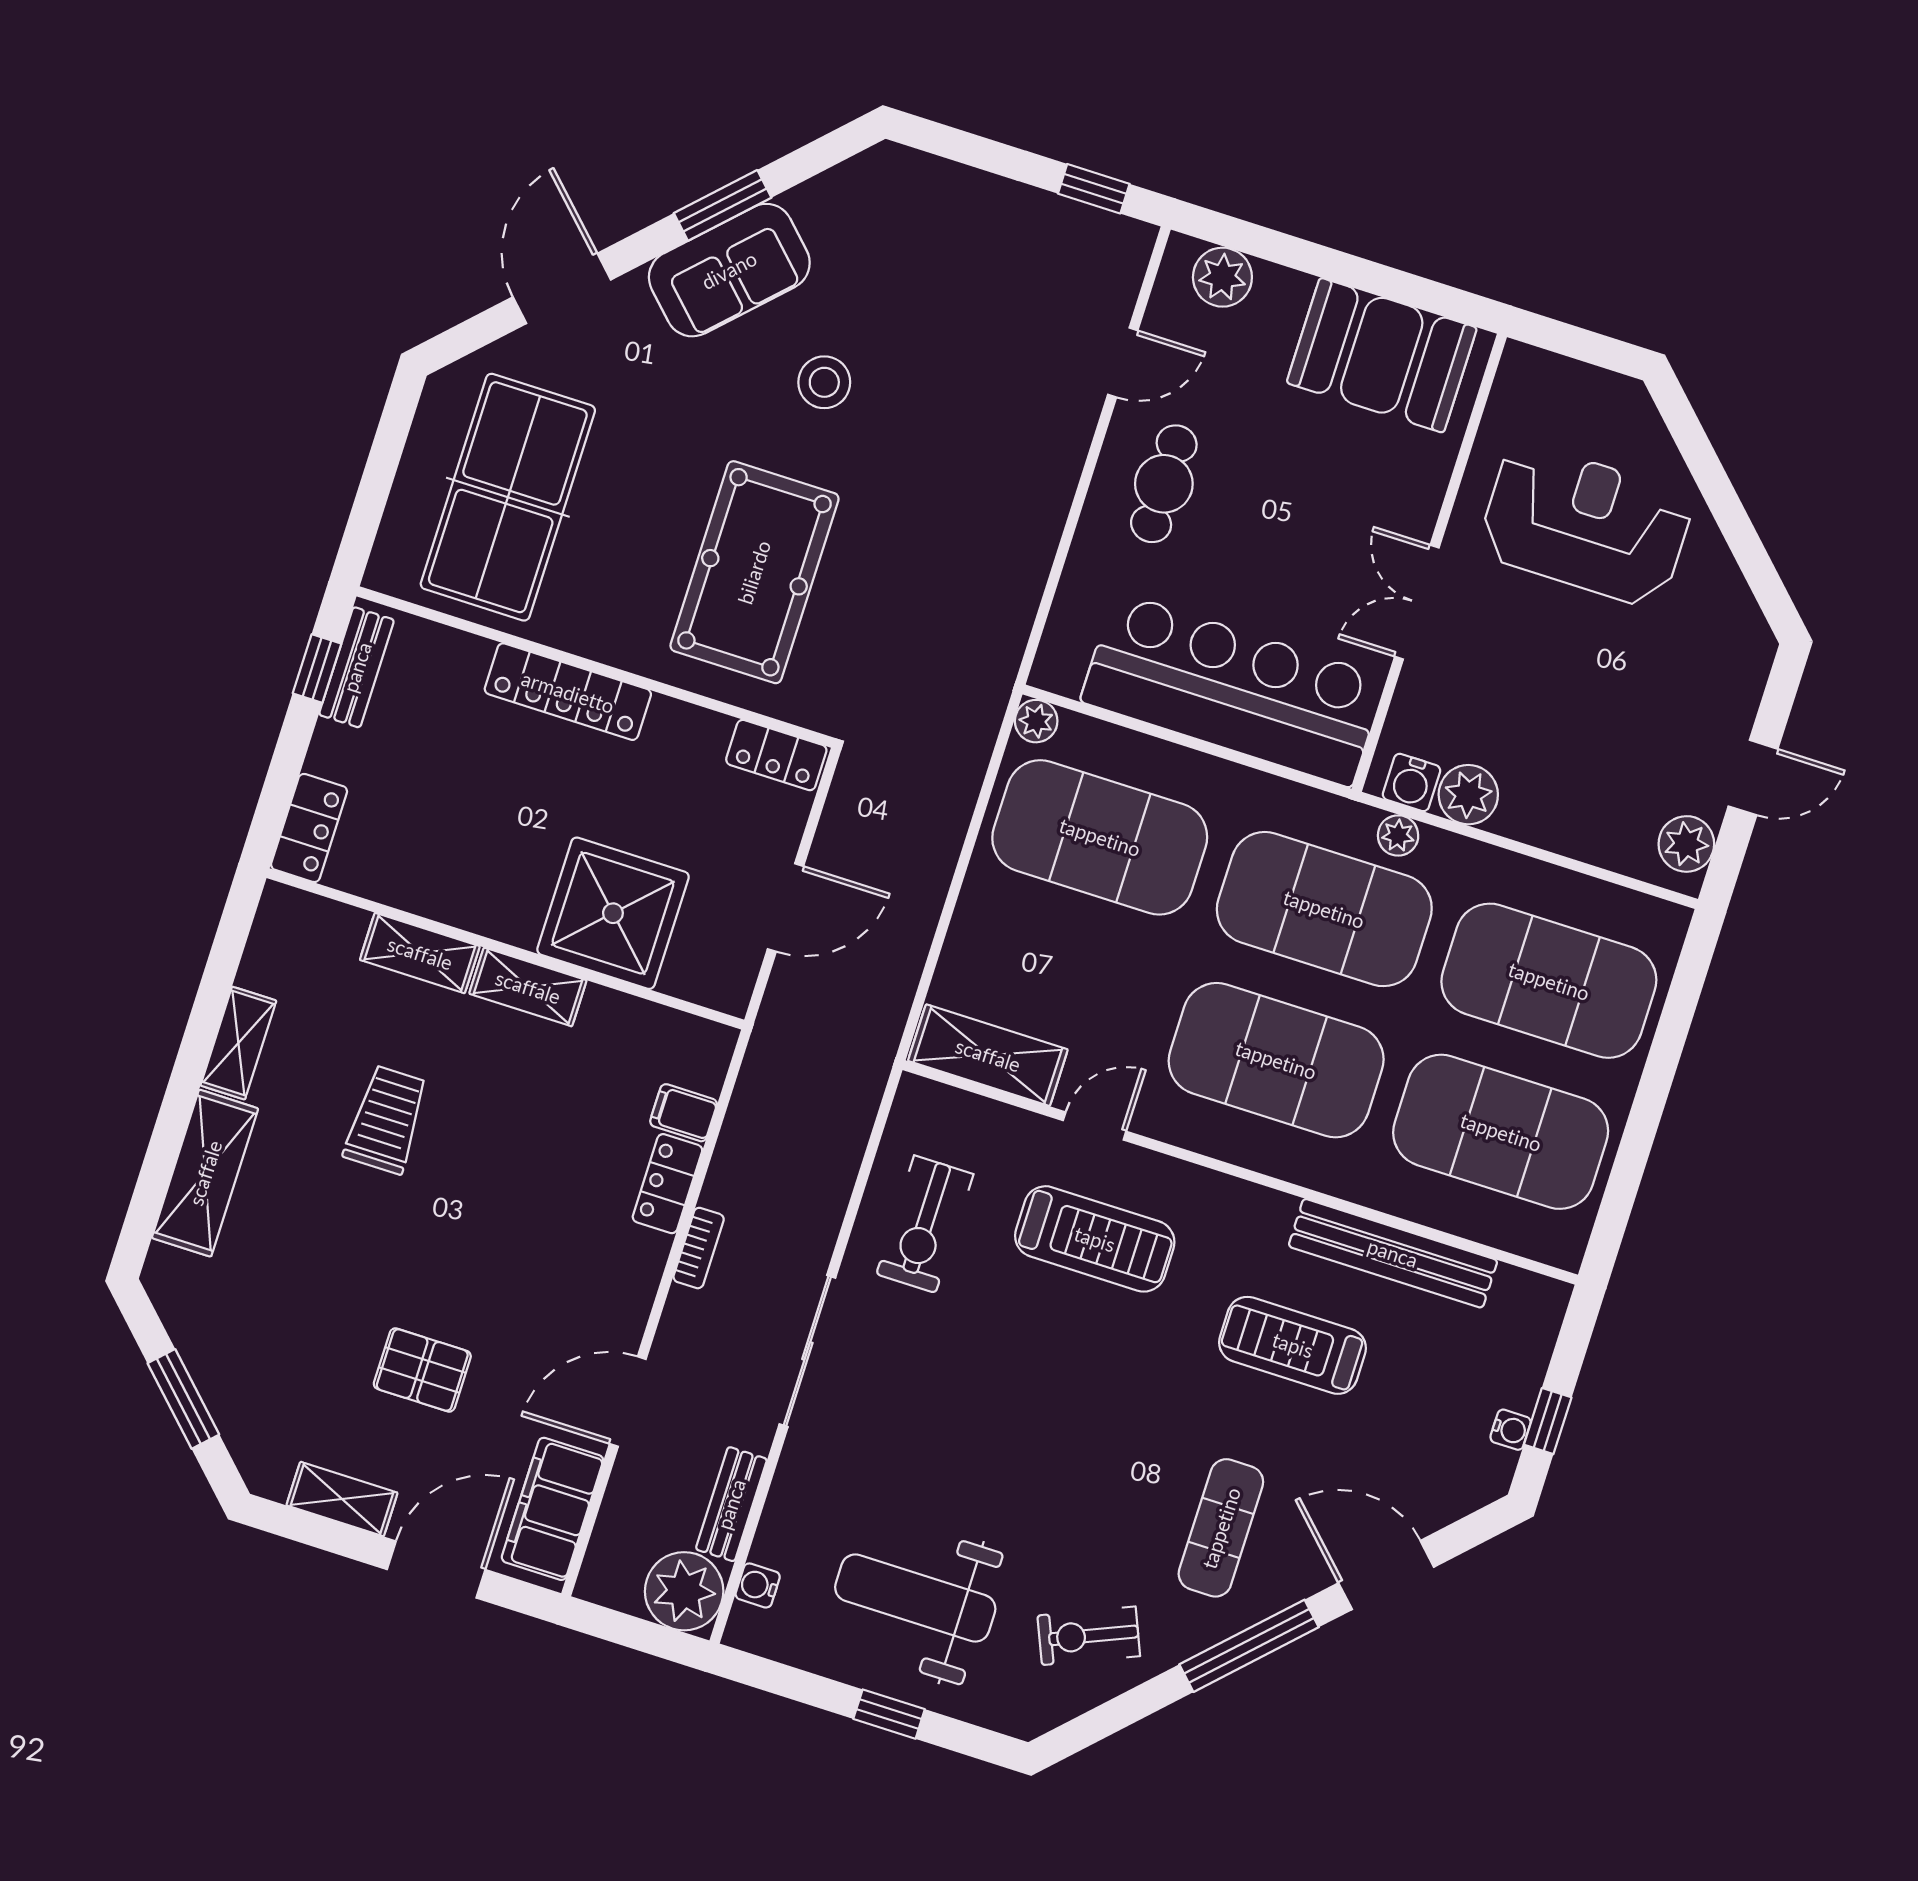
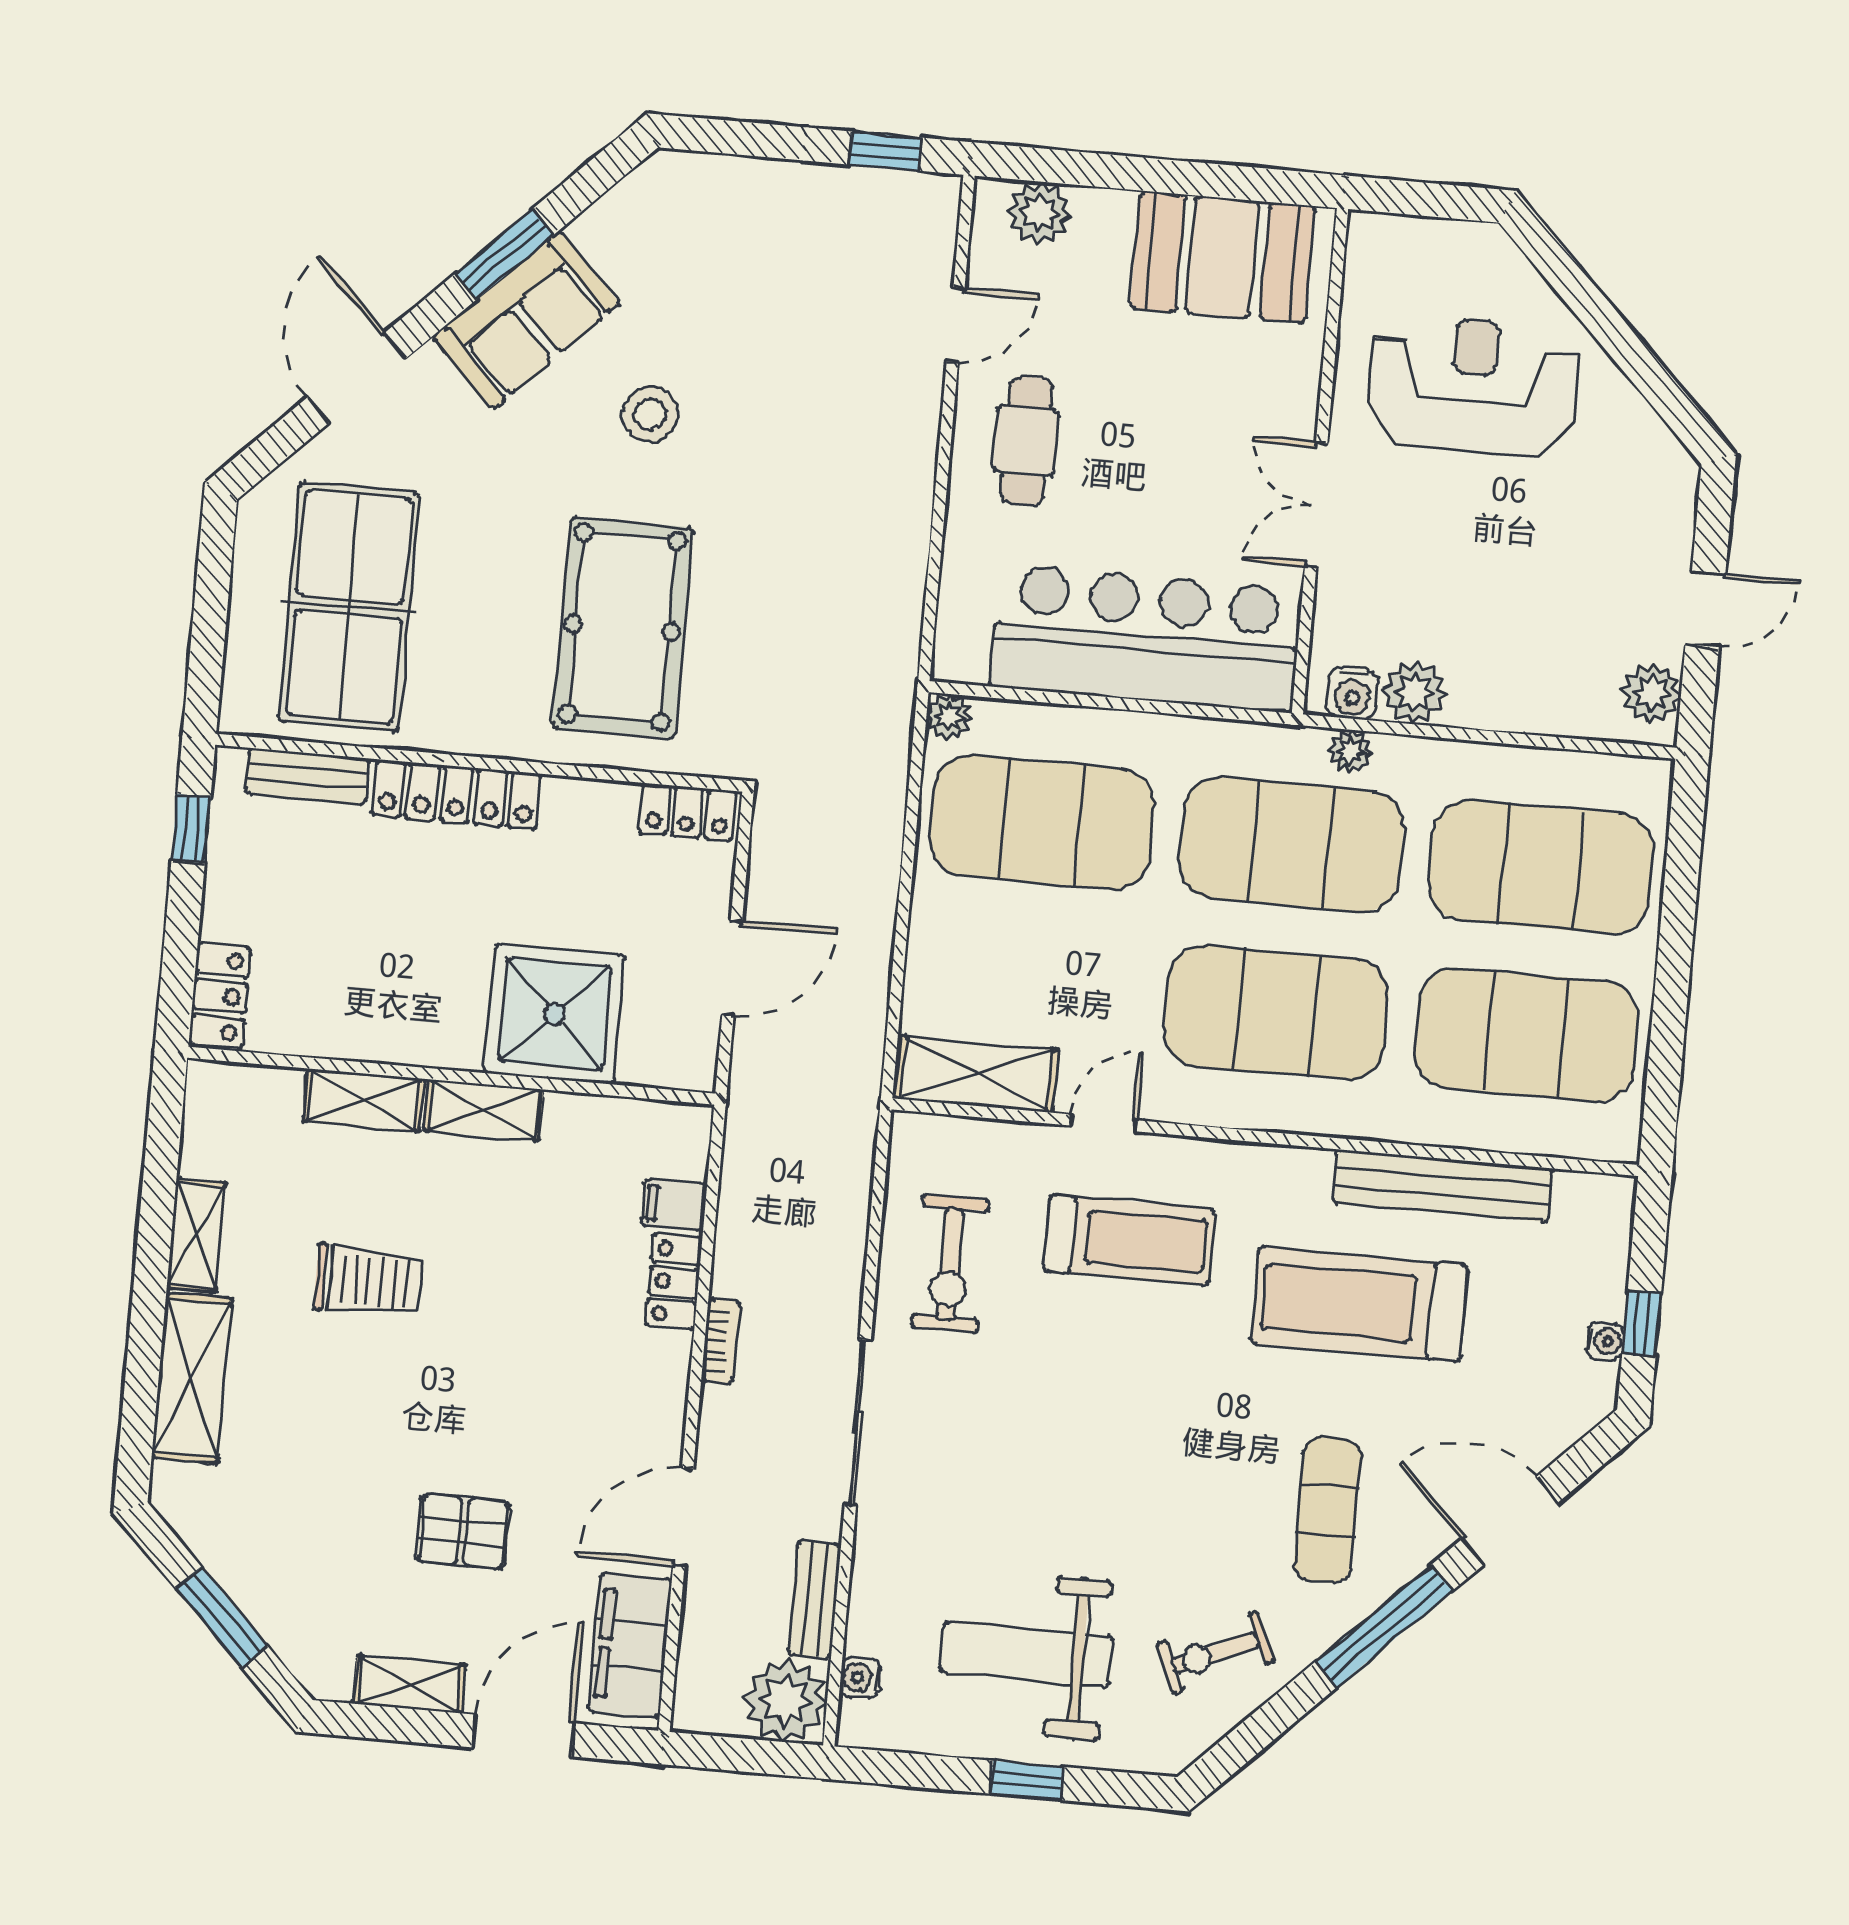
bench: (357, 667) -> (307, 776), moved, turned 90
trolley: (386, 1120) -> (367, 1280), turned 90
treadmill: (1293, 1345) -> (1359, 1304), width x1.37, depth x1.38

